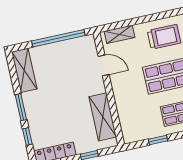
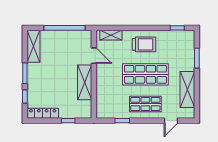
shelving: (103, 117) -> (85, 82), moved

